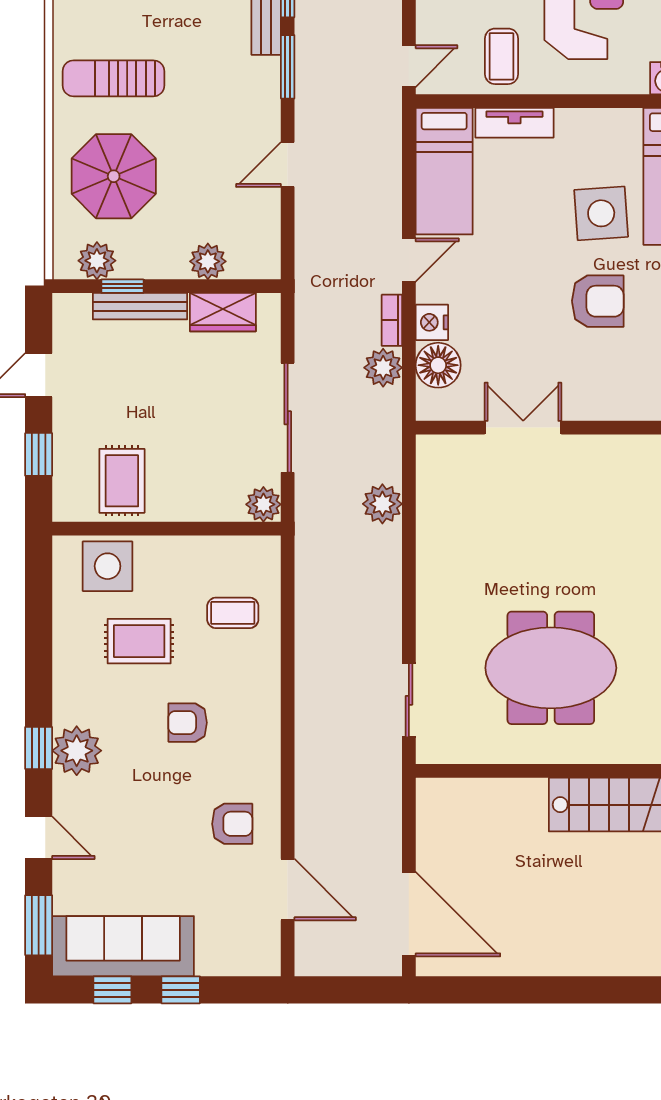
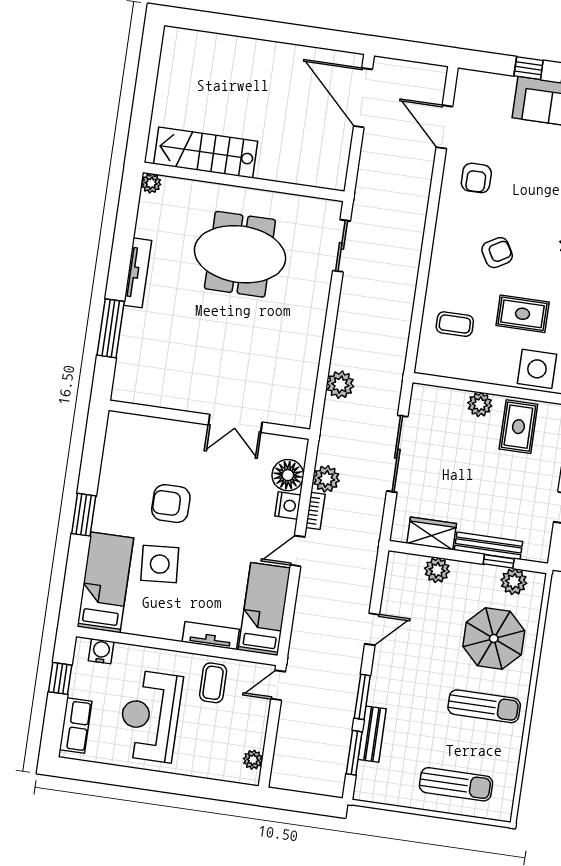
plant: (263, 504) -> (480, 404), moved
armchair: (188, 723) -> (497, 253), turned -30
armchair: (232, 824) -> (476, 178), turned -90

